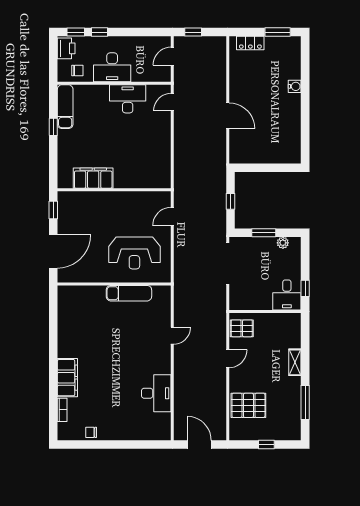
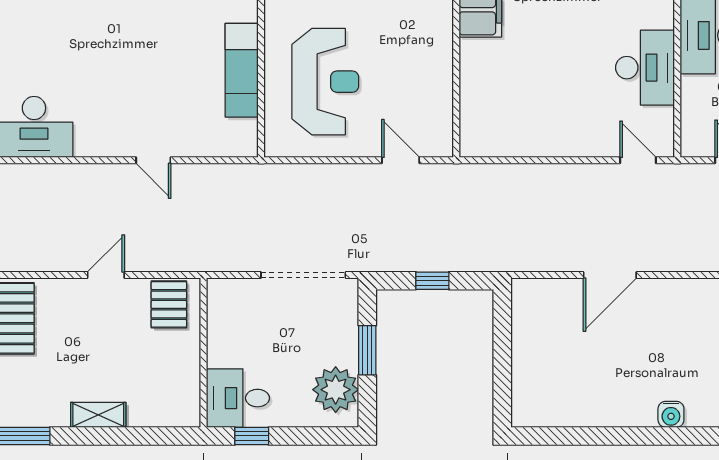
plant: (283, 243) -> (336, 390), width x1.88, depth x1.88
reception desk: (134, 253) -> (325, 82), turned 180
door: (228, 359) -> (106, 275), swing flipped

